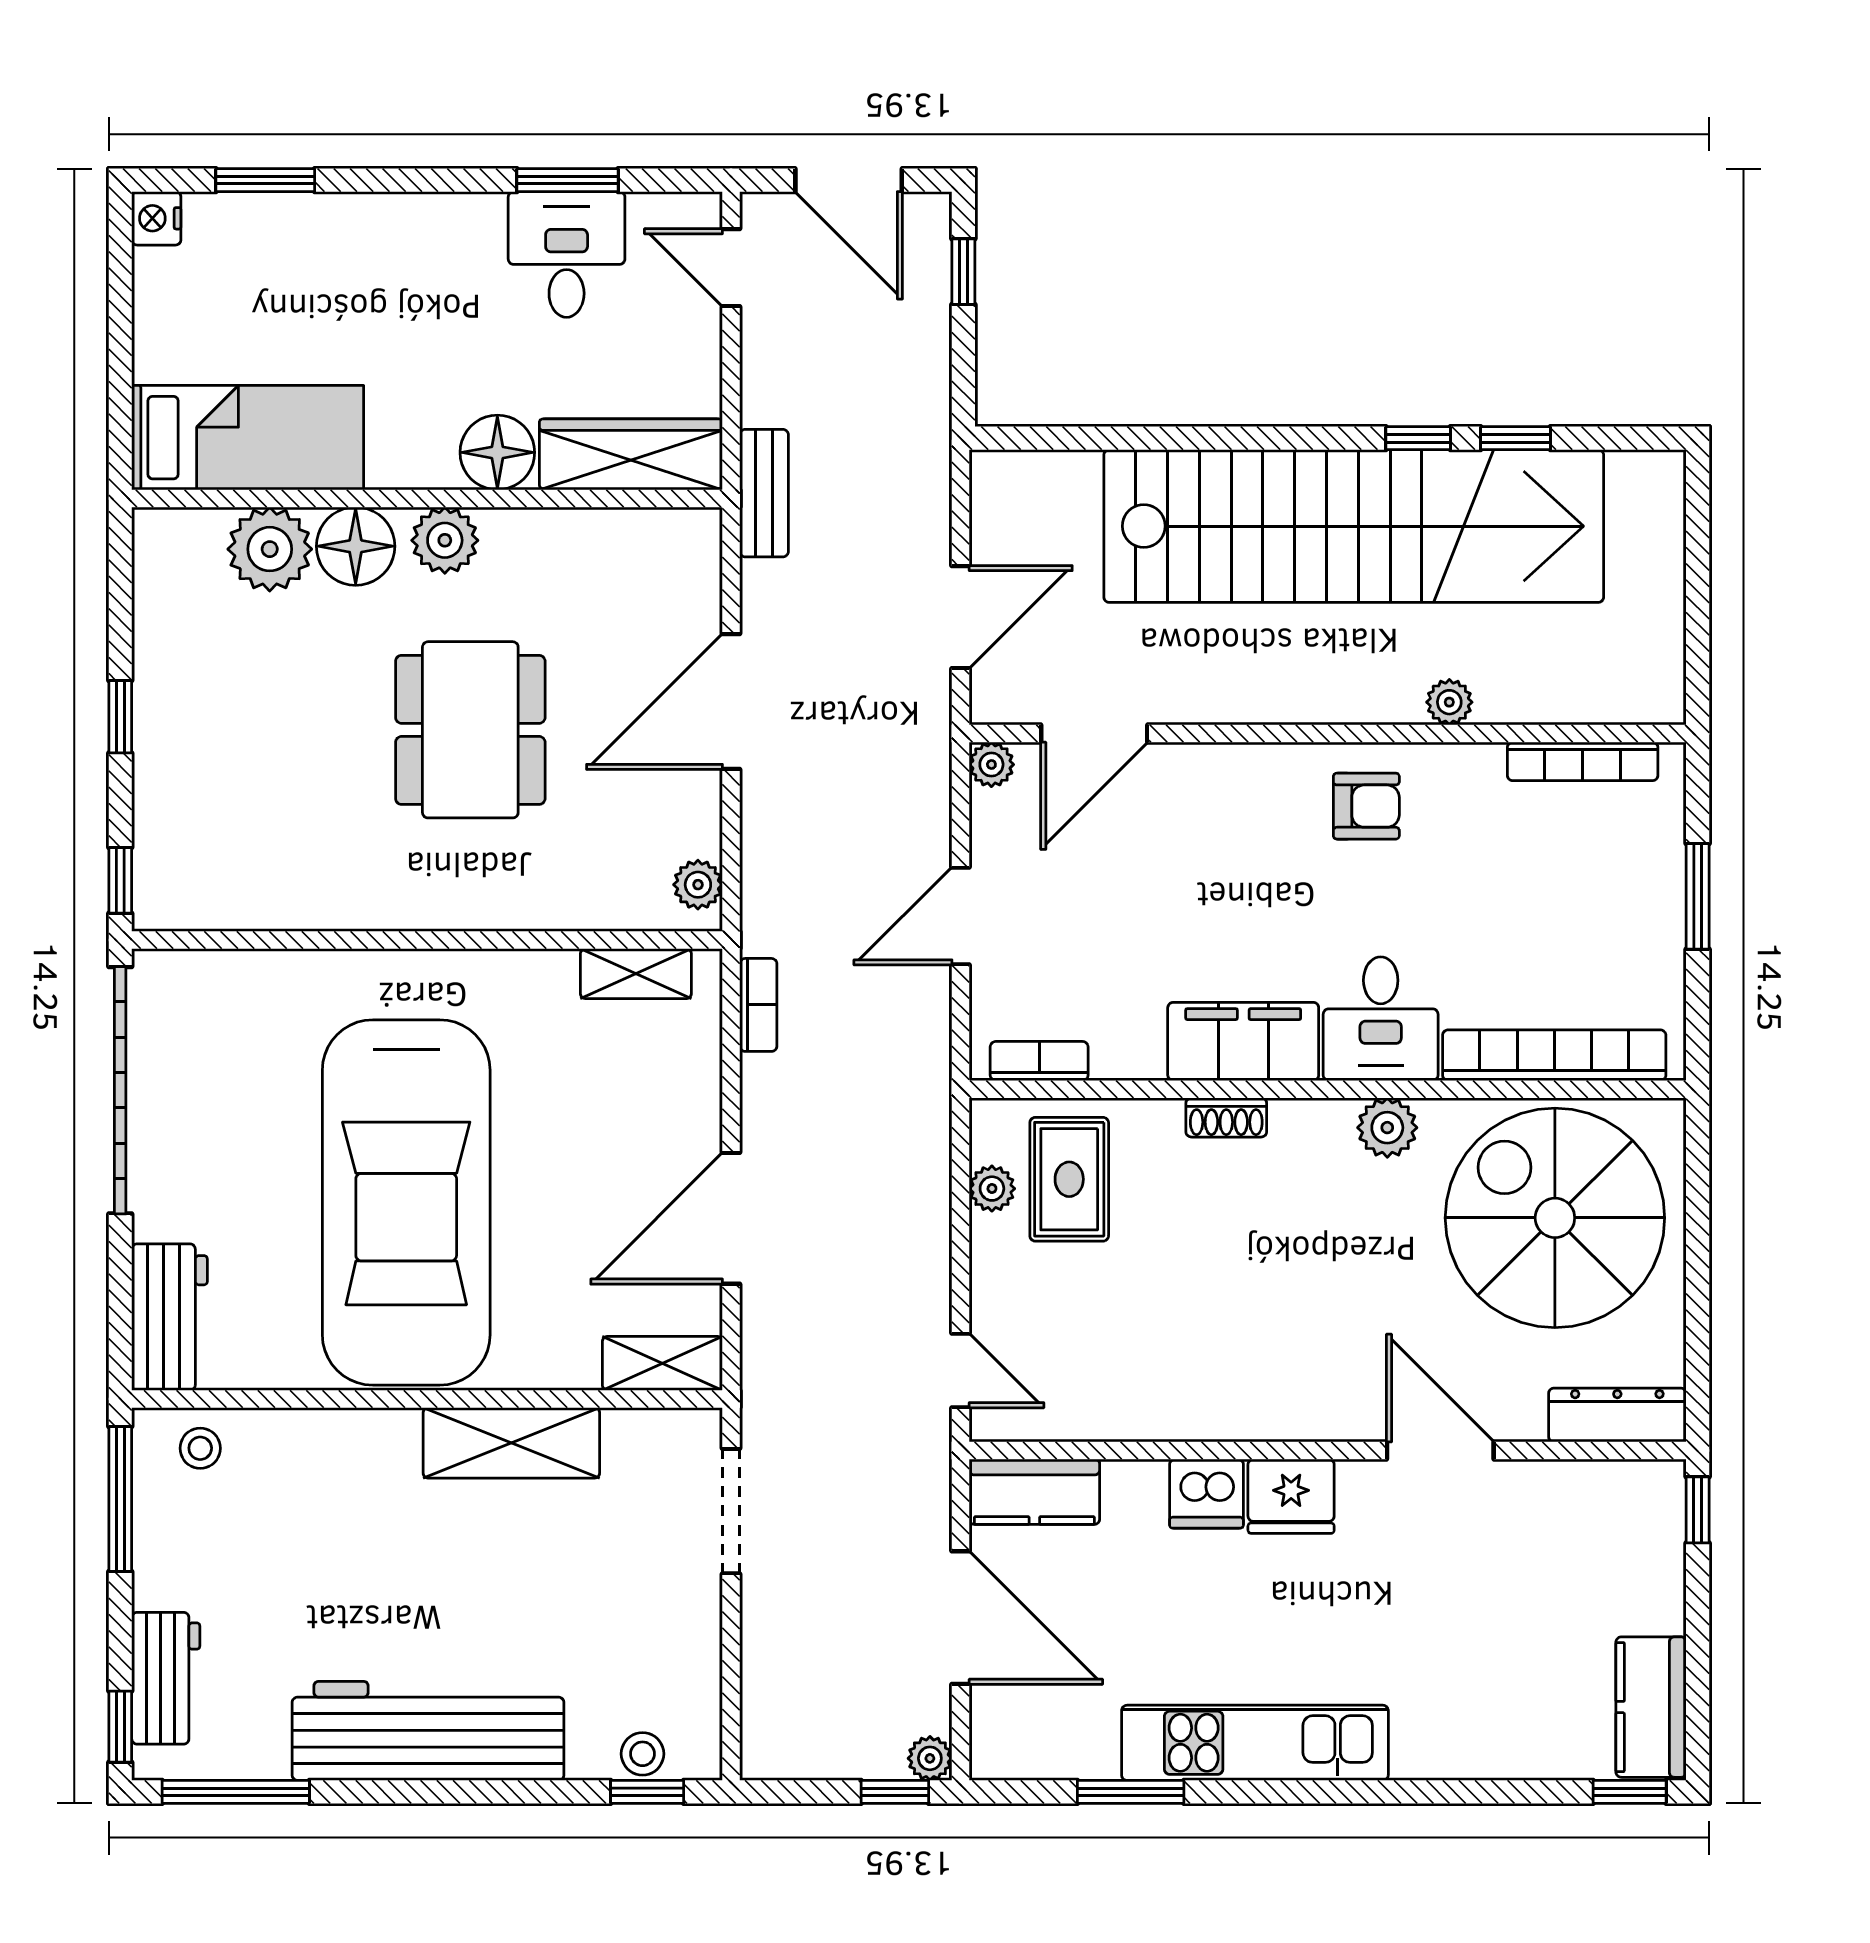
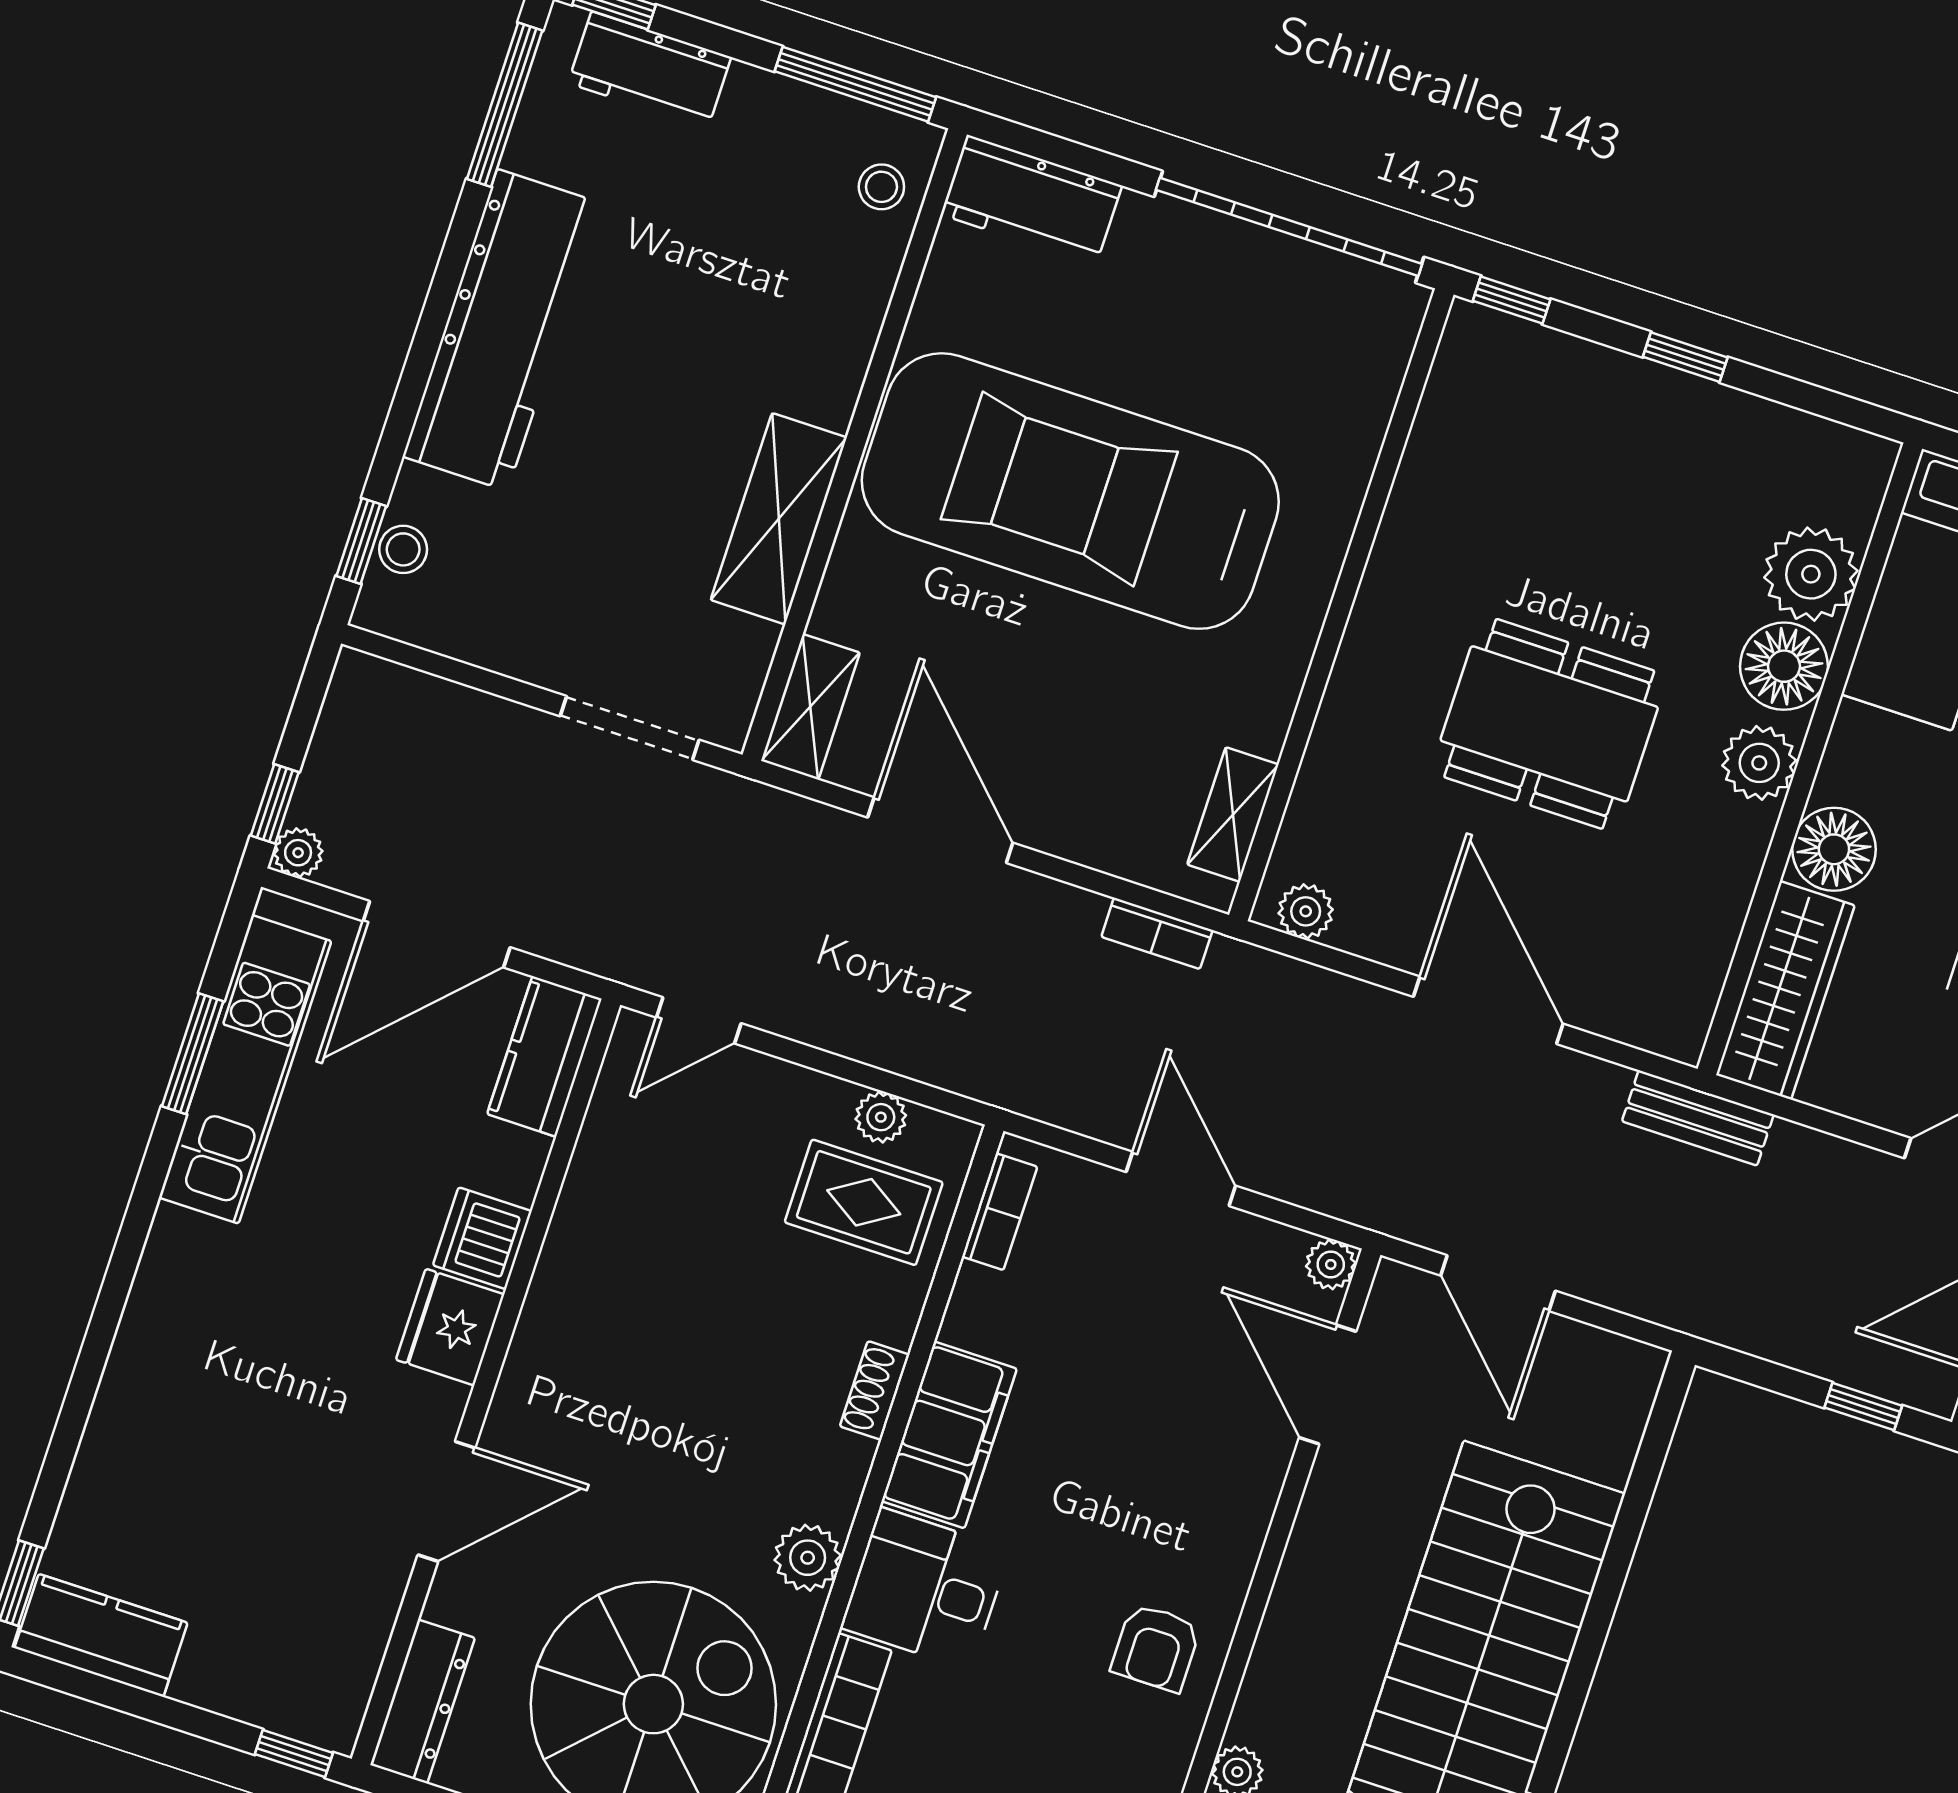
kitchen unit: (1255, 1743) -> (245, 1069), moved

